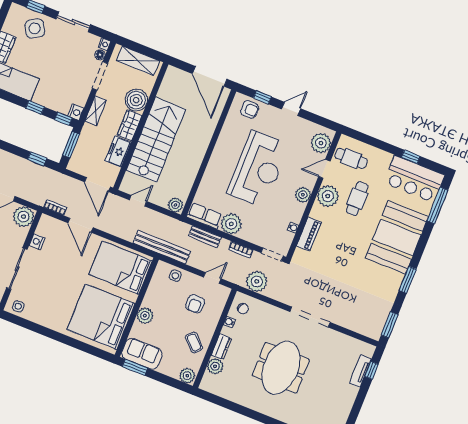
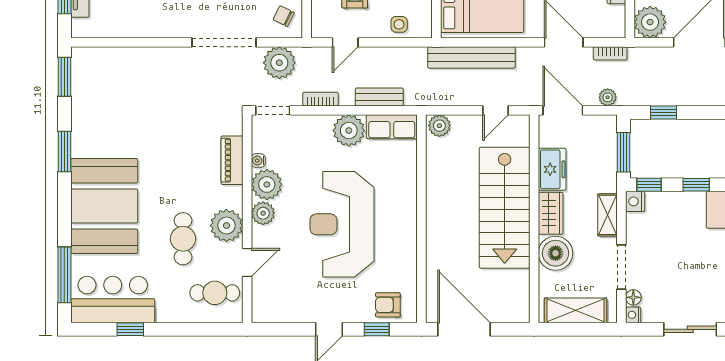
plant: (321, 143) -> (267, 184), moved
plant: (67, 182) -> (608, 97), added
bench: (162, 247) -> (471, 57), moved
doorway: (310, 317) -> (224, 42), moved

